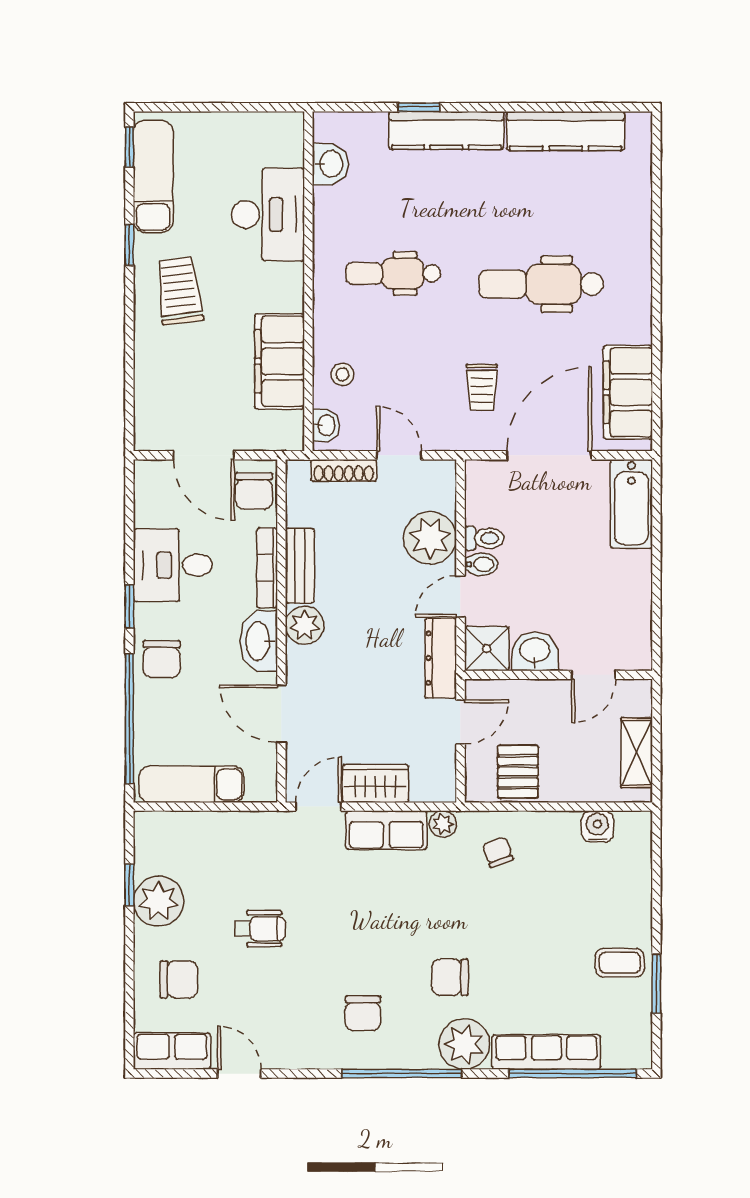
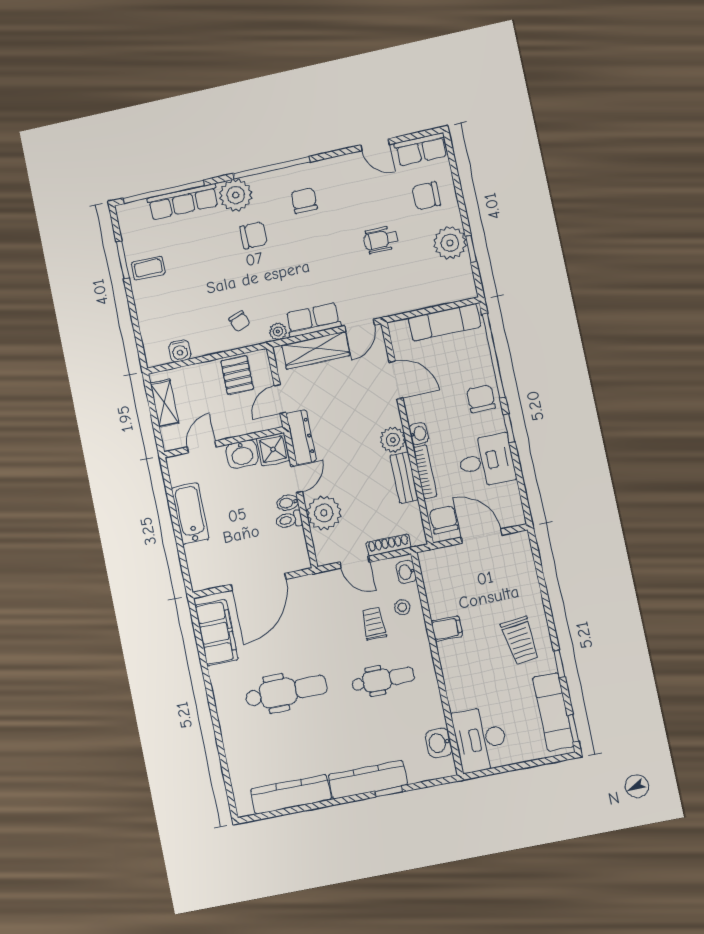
desk: (268, 215) -> (480, 739), moved
filing cabinet: (280, 361) -> (447, 629), width x0.33, depth x0.86
trolley: (482, 387) -> (374, 624), moved
bathtub: (631, 504) -> (190, 514), moved
washbasin: (259, 641) -> (419, 434), width x0.52, depth x0.69
wardrobe: (375, 783) -> (316, 350), width x1.50

